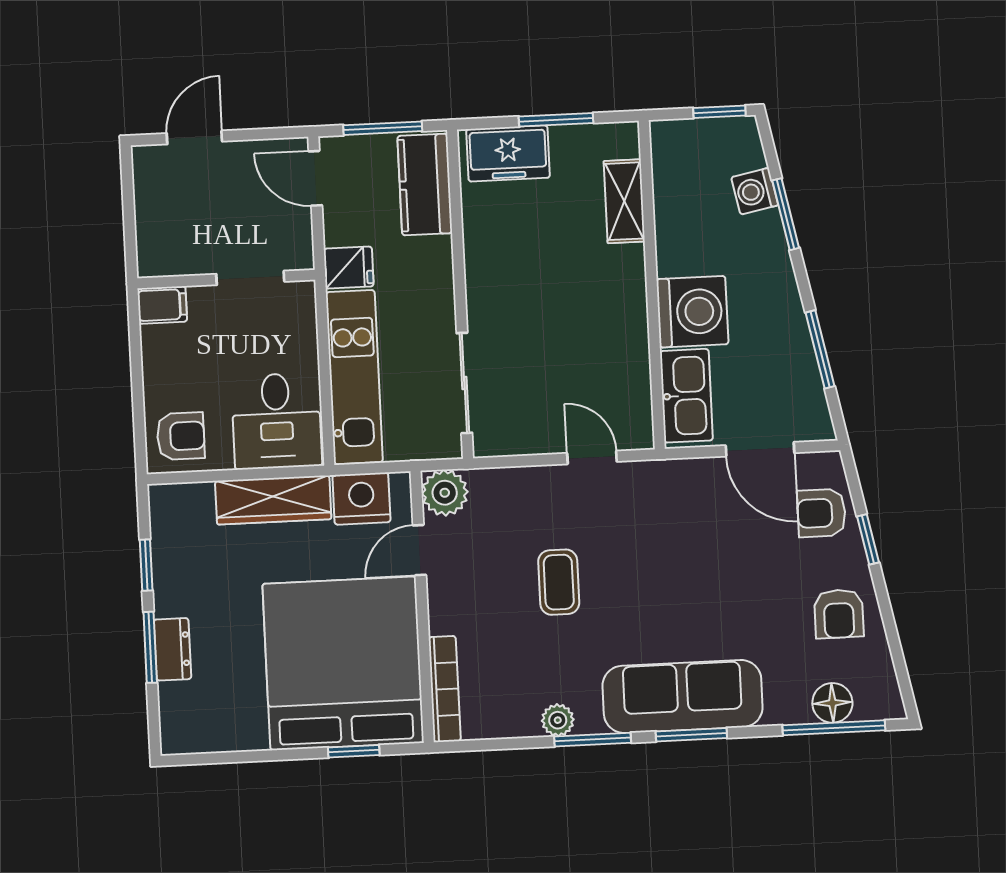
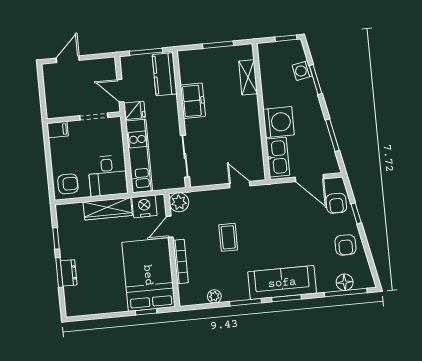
freezer: (508, 153) -> (193, 101), moved, turned -90
door: (315, 178) -> (121, 91), moved
armchair: (821, 513) -> (336, 203), turned -90
bed: (343, 663) -> (148, 275), width x0.73
bookcase: (445, 689) -> (181, 262), moved
plant: (558, 720) -> (214, 296), moved

